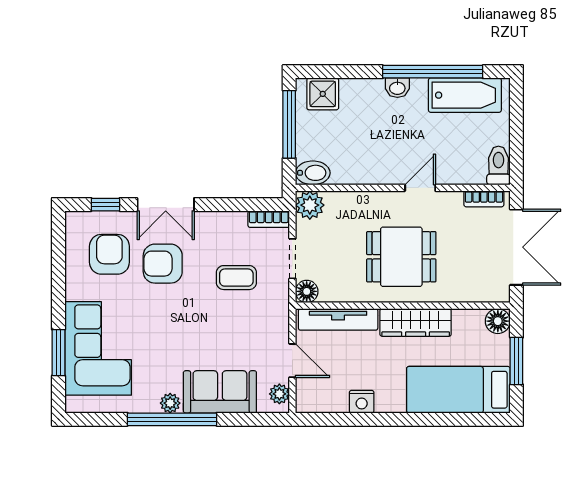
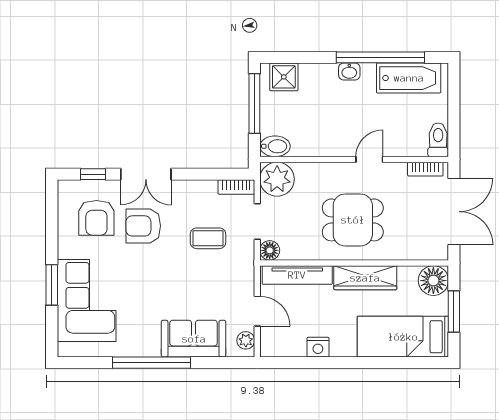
plant: (310, 205) -> (277, 179), width x1.36, depth x1.36
armchair: (109, 254) -> (96, 218), turned 180
floor lamp: (498, 321) -> (433, 281), width x1.38, depth x1.38
window: (58, 353) -> (52, 285), moved
plant: (170, 403) -> (150, 348), removed

